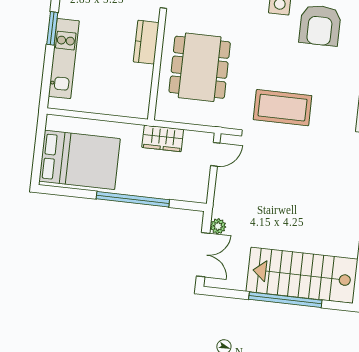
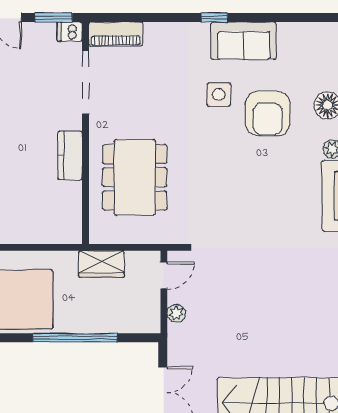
coffee table: (283, 108) -> (235, 213), removed
plant: (218, 226) -> (176, 313), moved

